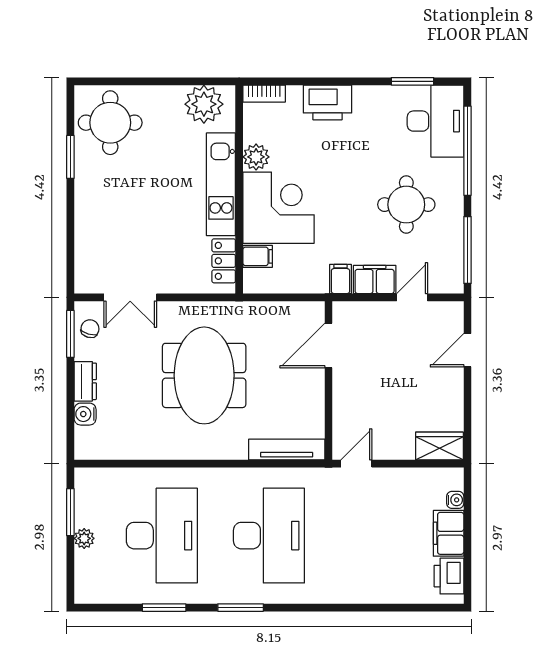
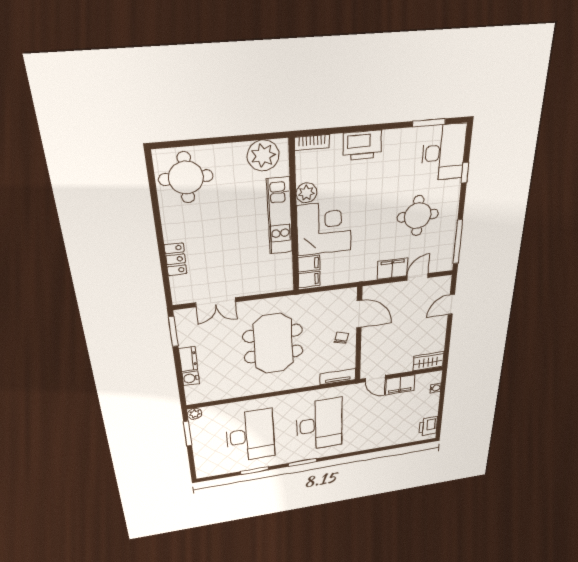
window: (468, 151) -> (465, 173), width x0.32
window: (70, 157) -> (156, 208), removed
locker: (224, 261) -> (176, 259), moved, turned 180
filing cabinet: (340, 279) -> (309, 279), moved, turned 90
chair: (90, 329) -> (341, 338), moved
door: (329, 346) -> (359, 314), swing flipped
tv unit: (287, 450) -> (338, 377), width x0.71
door: (356, 464) -> (375, 379), swing flipped
filing cabinet: (449, 533) -> (400, 385), moved, turned -90
plant: (84, 538) -> (195, 414), moved

